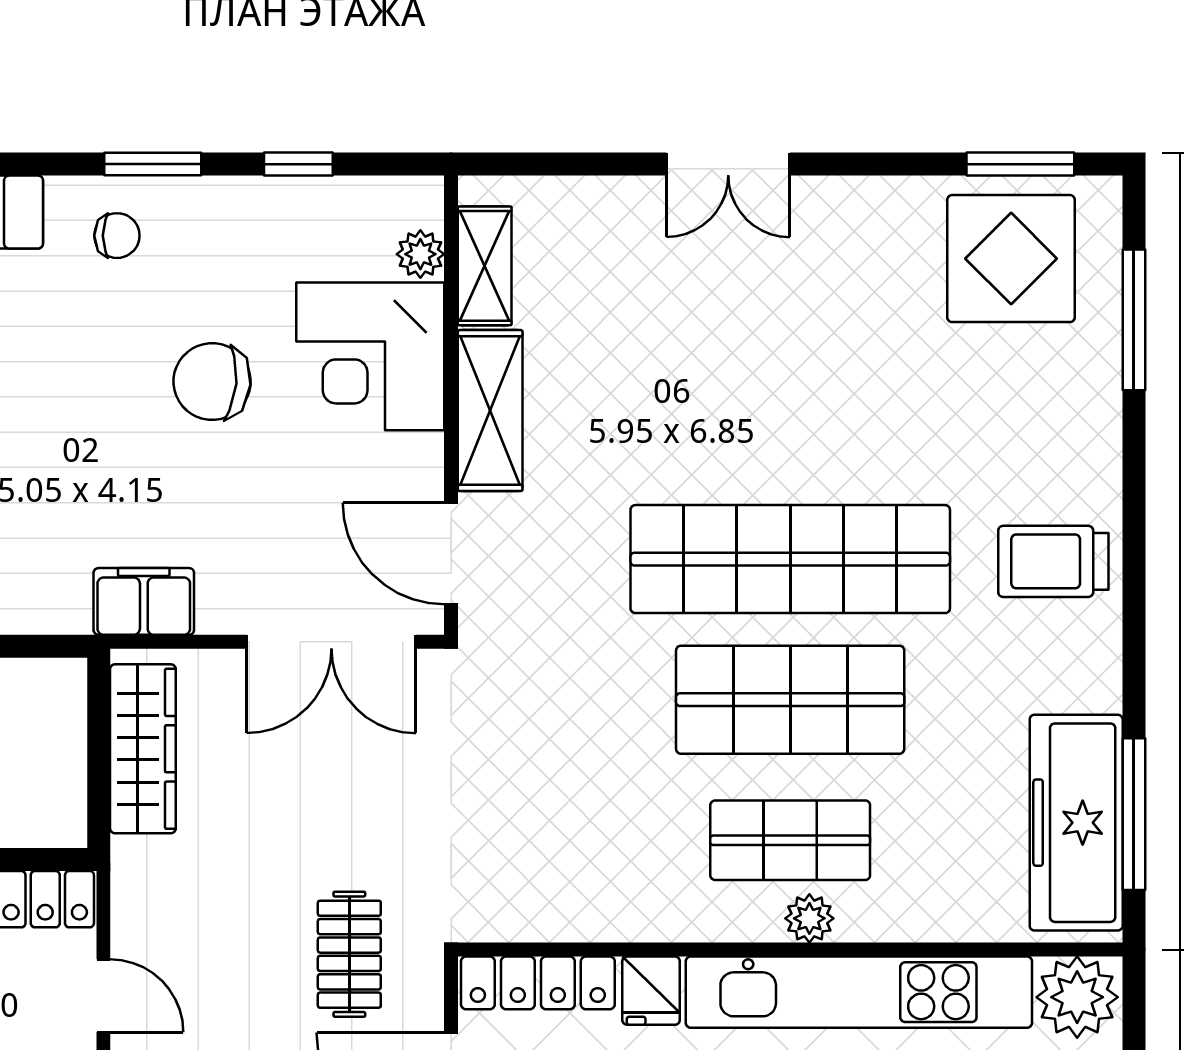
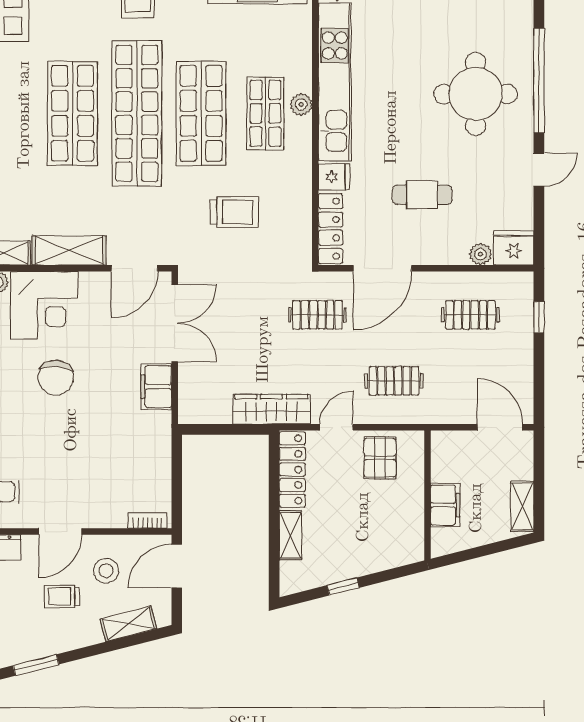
shop shelf: (790, 419) -> (73, 113), added
filing cabinet: (144, 601) -> (156, 387), moved
wardrobe: (143, 749) -> (271, 409), moved
trolley: (574, 772) -> (234, 212), added

